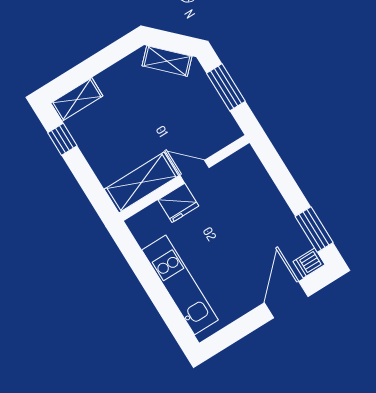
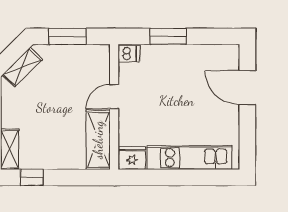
fridge: (178, 203) -> (132, 158), moved, turned -90
window: (314, 229) -> (168, 36), moved
dishwasher: (309, 263) -> (129, 54), moved, turned -90

